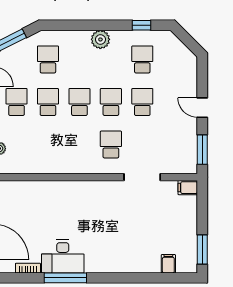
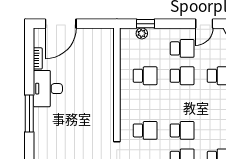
school desk: (79, 102) -> (145, 76), moved
window: (65, 278) -> (29, 113), moved

